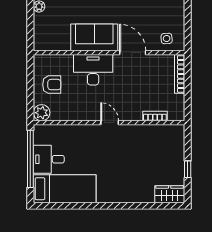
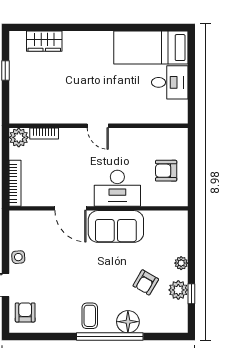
side table: (167, 38) -> (18, 257), moved
plant: (42, 113) -> (19, 137), moved
window: (30, 159) -> (191, 83), removed
wardrobe: (170, 194) -> (44, 41), moved

